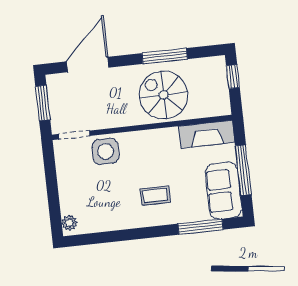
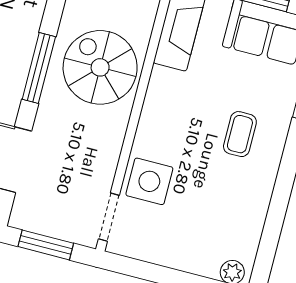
window: (165, 56) -> (39, 68), moved
spiral stairs: (164, 95) -> (100, 67), turned 90

